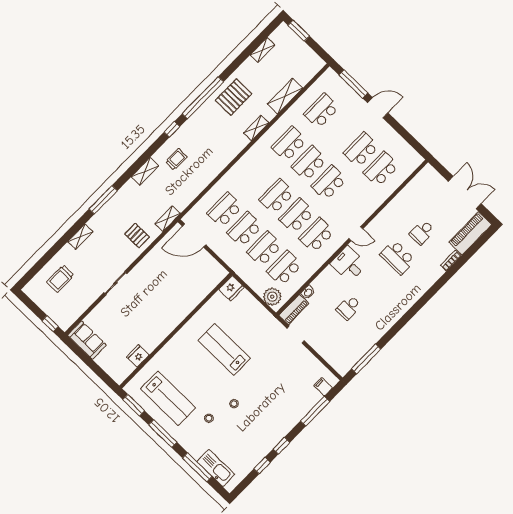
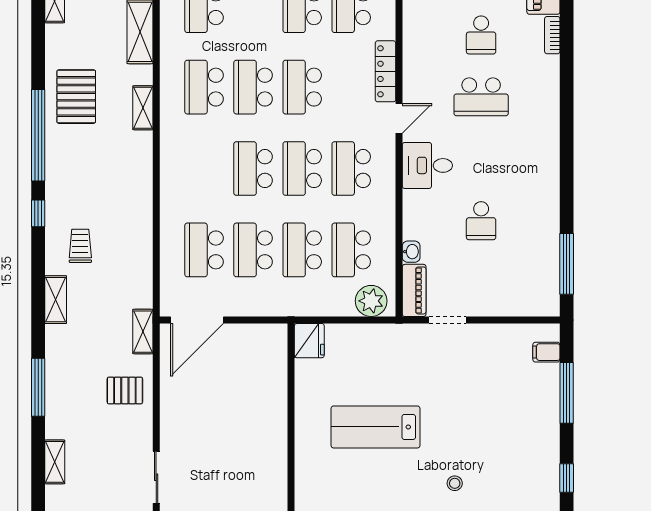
locker: (369, 209) -> (386, 71), added

